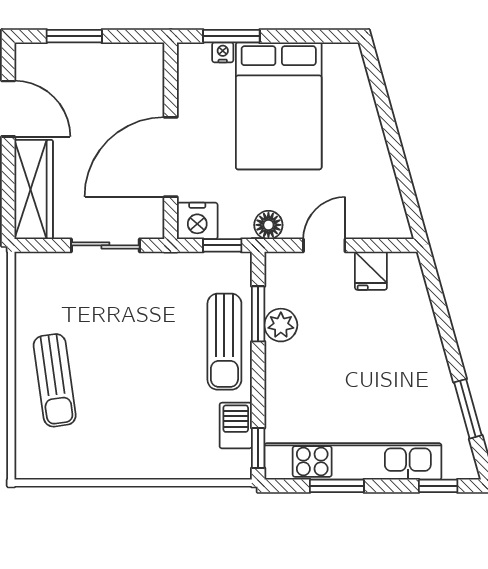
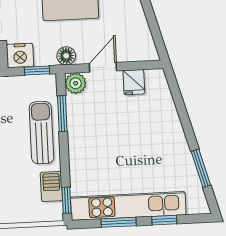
plant: (281, 325) -> (76, 83), moved
sun lounger: (224, 342) -> (41, 133), turned 180
window: (438, 486) -> (164, 220), moved

